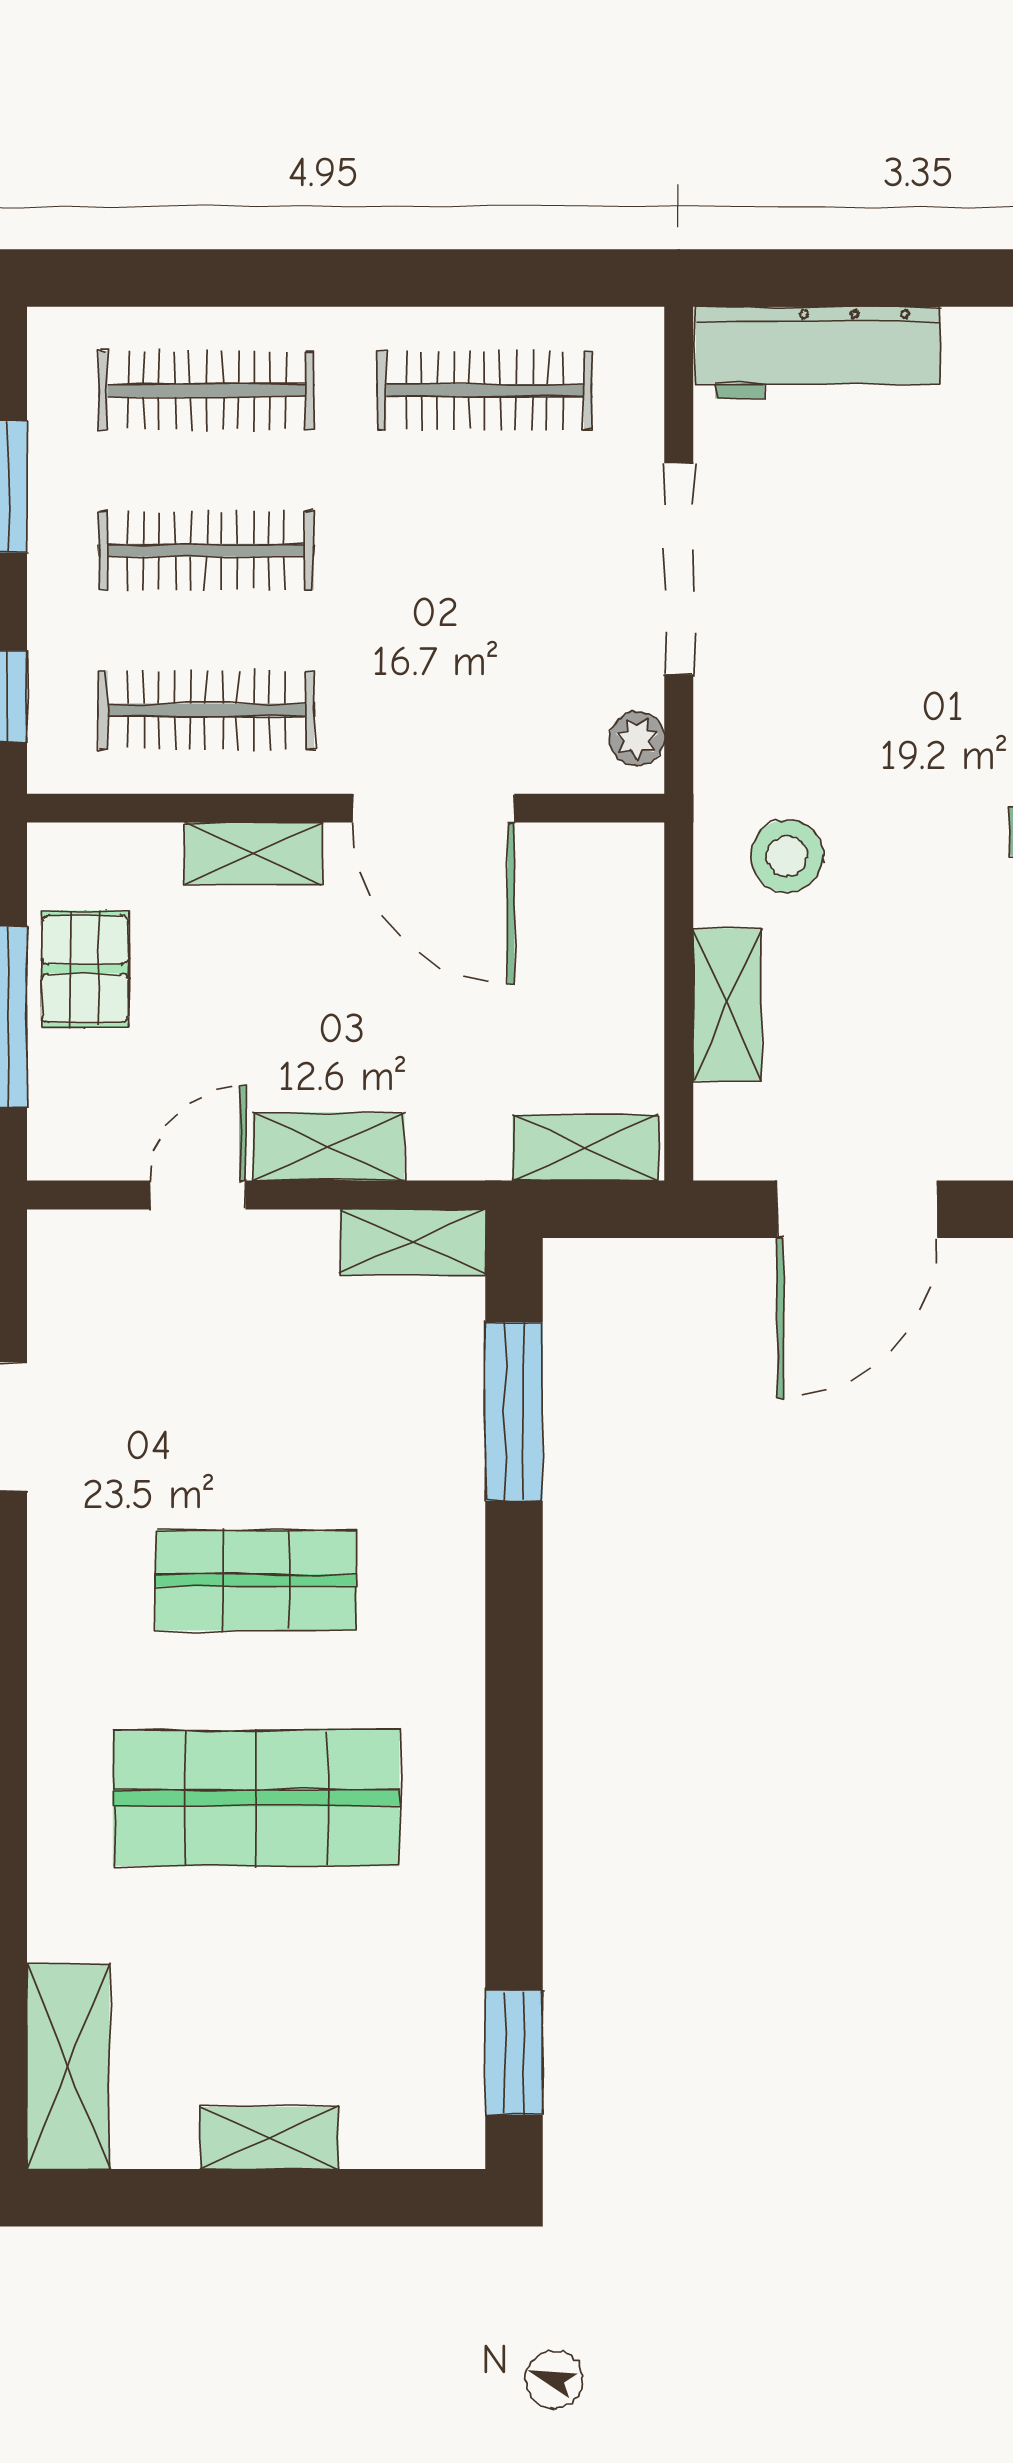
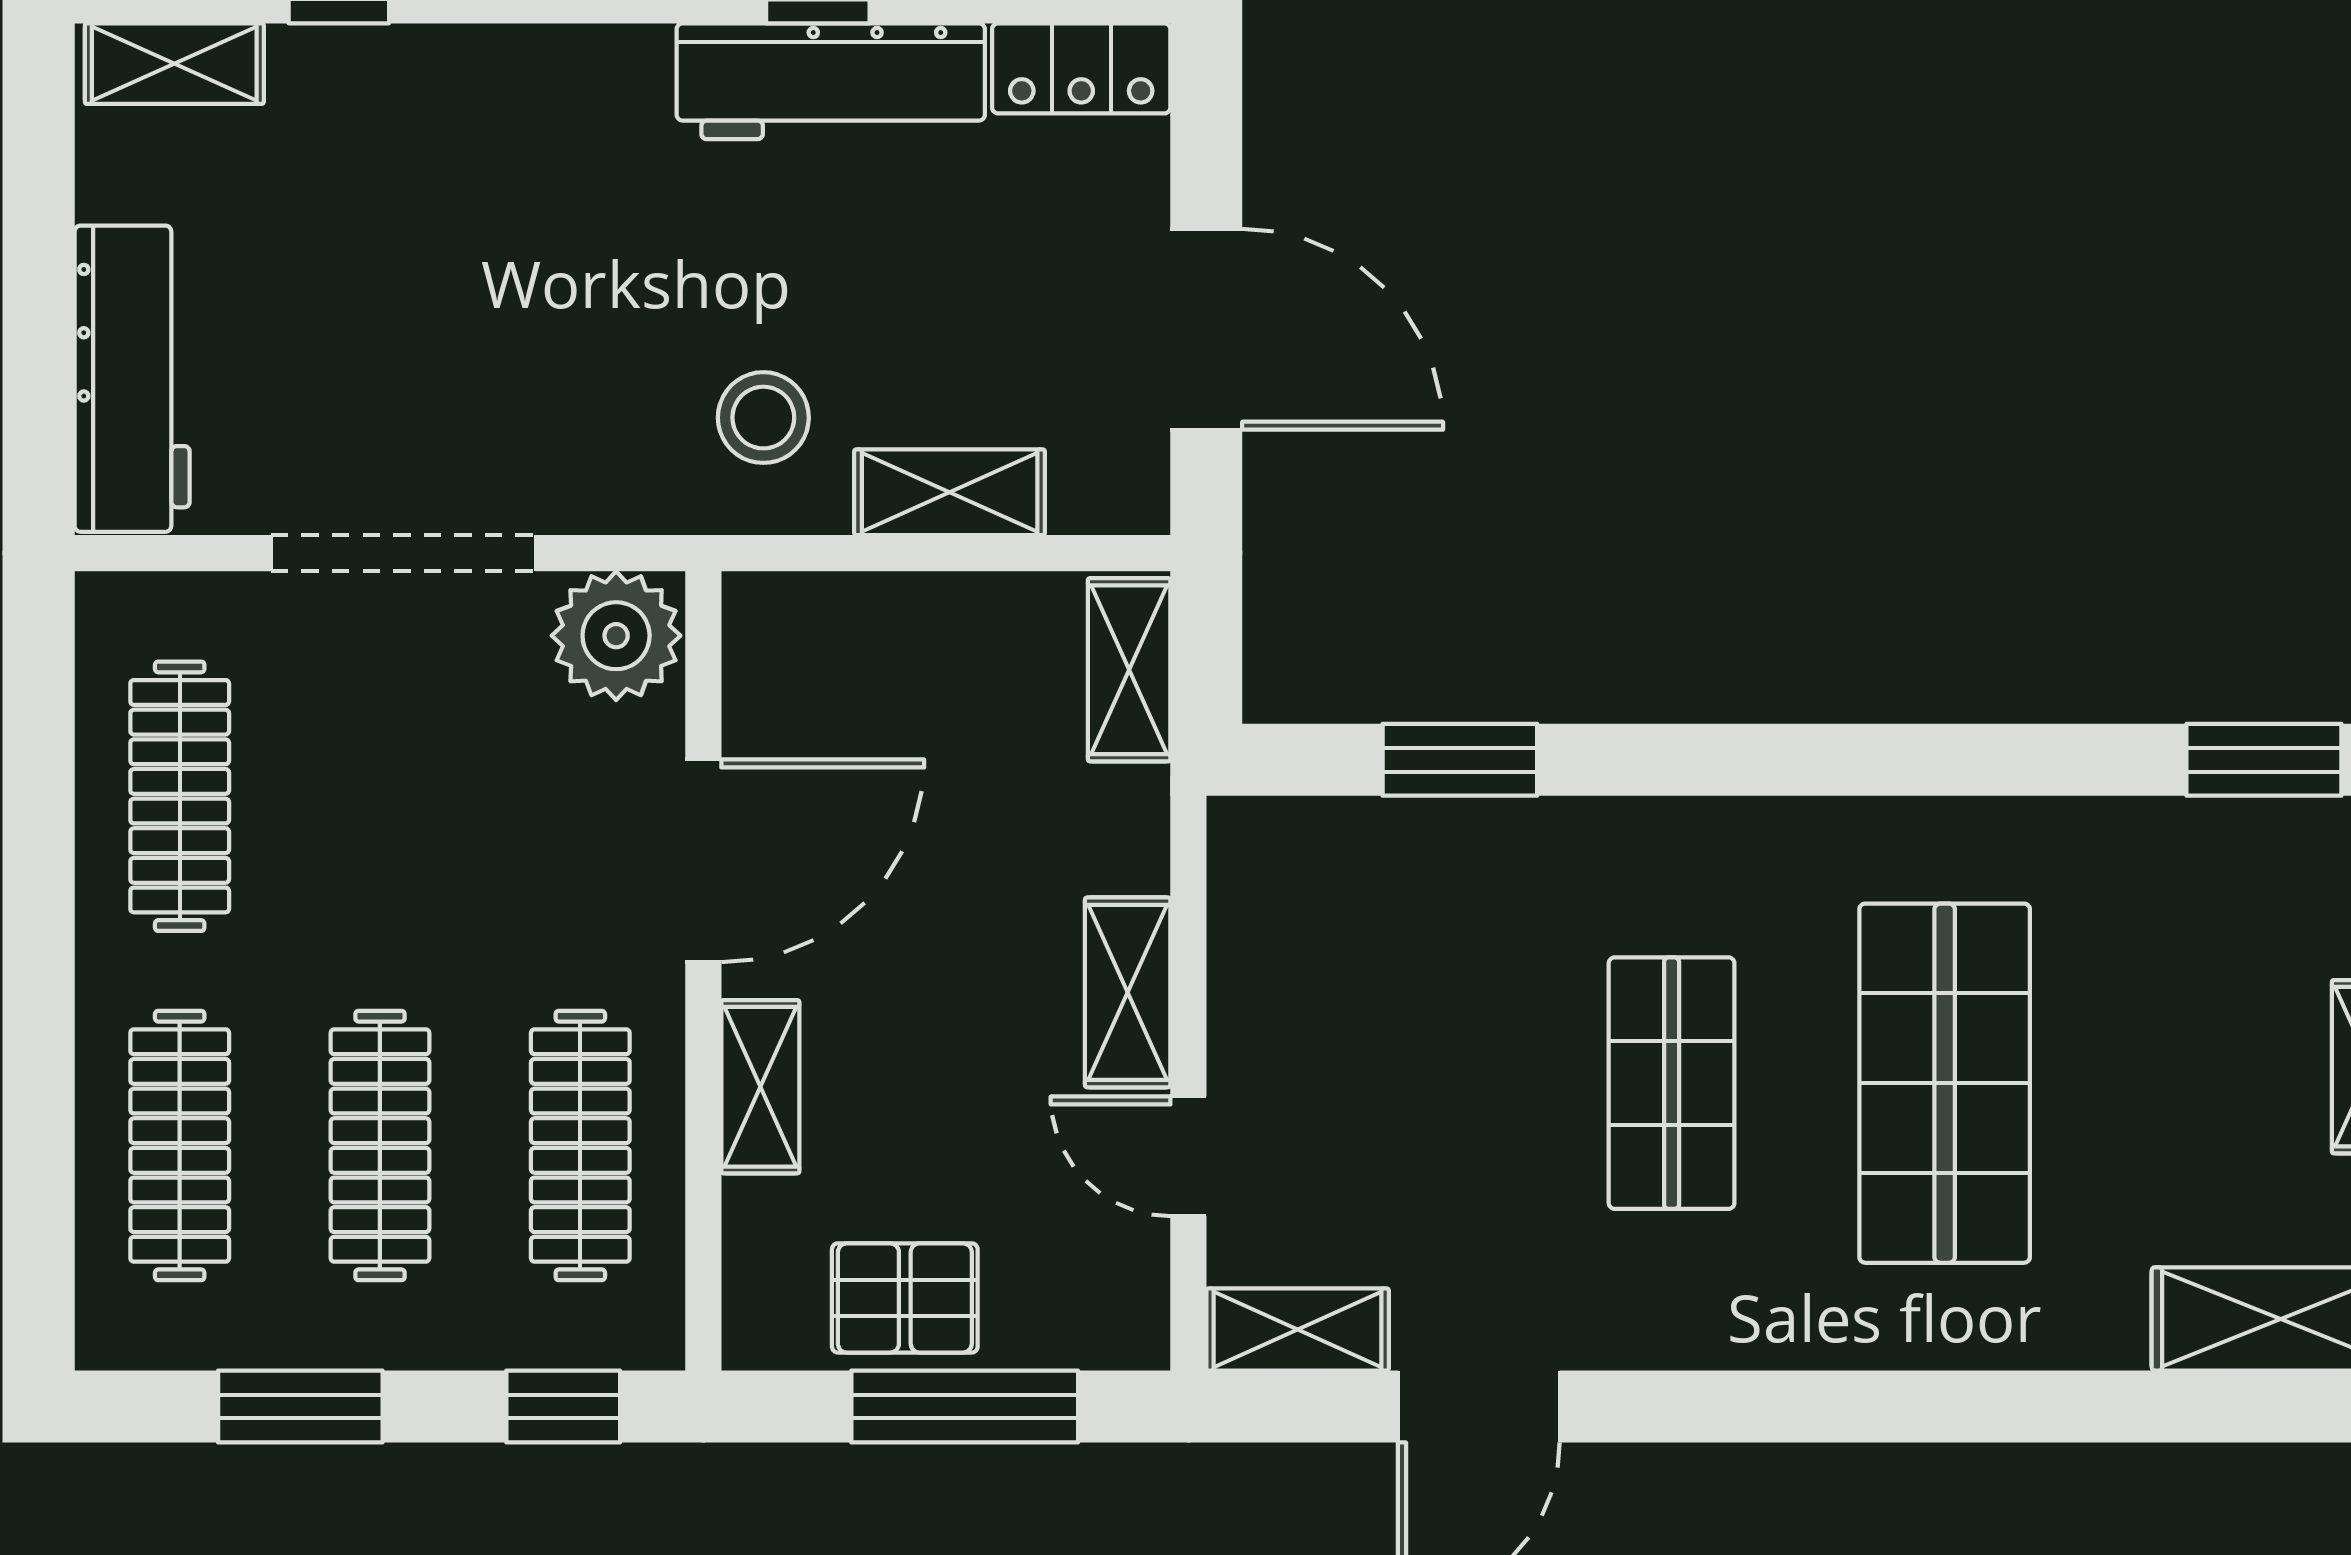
plant: (637, 739) -> (616, 636), width x1.88, depth x1.88
shelving: (413, 1242) -> (1298, 1330), moved, turned 90
window: (514, 1412) -> (1460, 760), width x0.69

